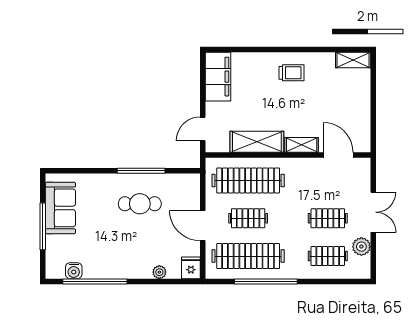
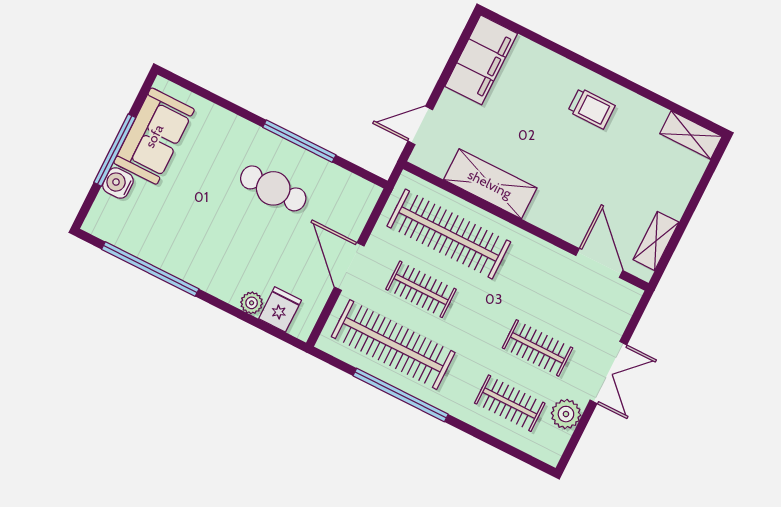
shelving: (302, 145) -> (656, 241), moved, turned 90
fridge: (191, 268) -> (280, 309), moved
water cooler: (74, 271) -> (118, 183), moved, turned 90

